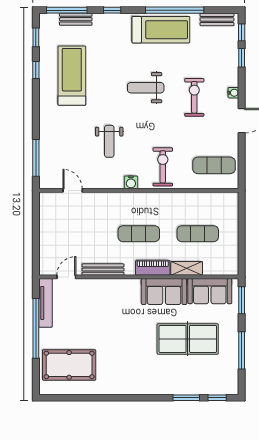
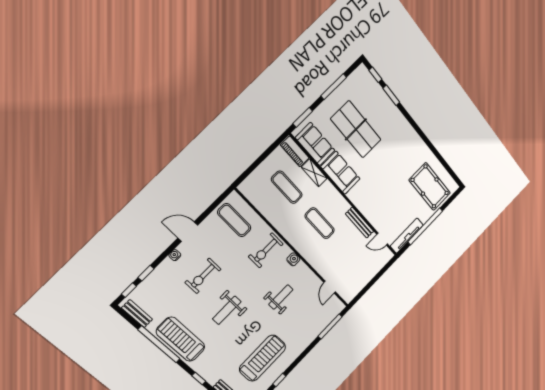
treadmill: (72, 76) -> (263, 358), turned 180
weight bench: (146, 88) -> (227, 310), turned 90
piano: (153, 268) -> (295, 151), moved

